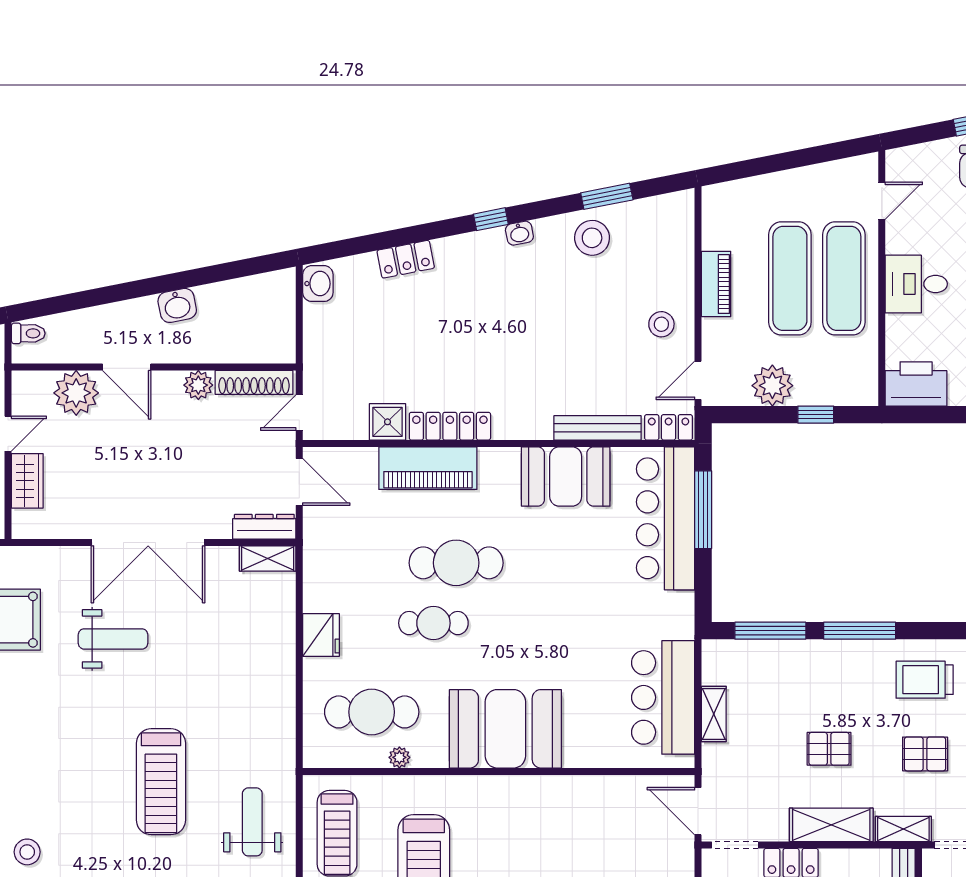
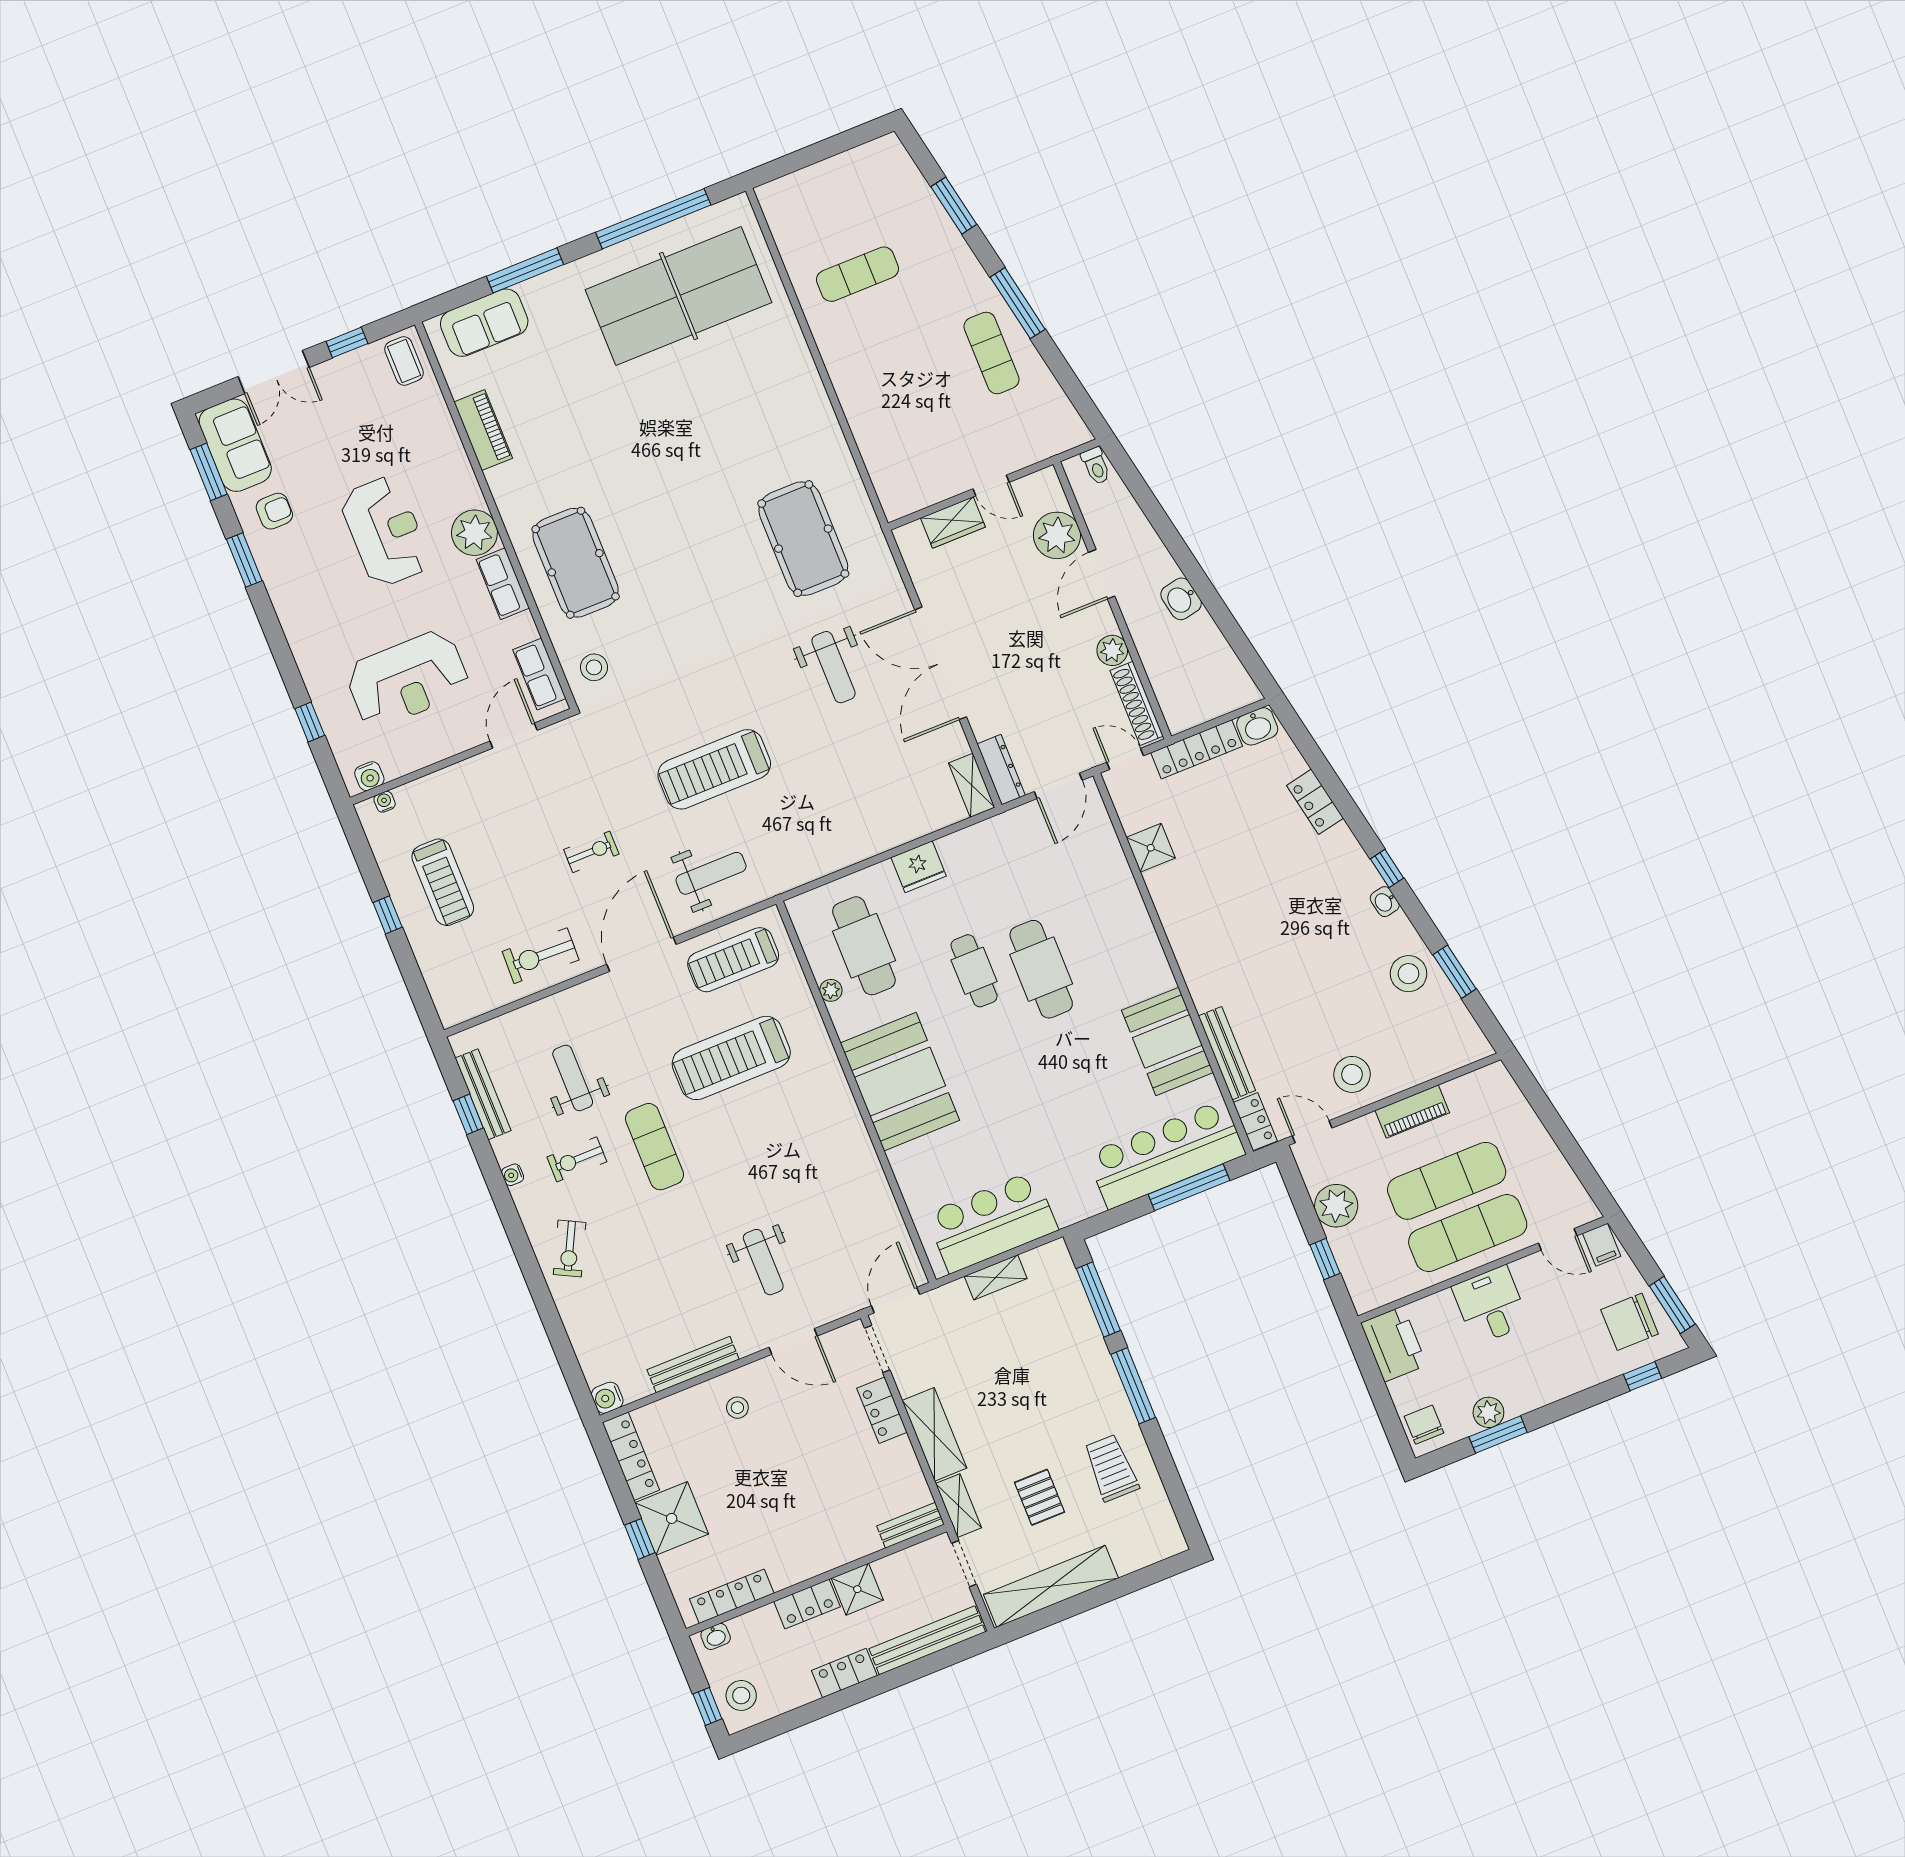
filing cabinet: (902, 164) -> (1602, 1245), added
stool: (661, 324) -> (1352, 1074), width x1.38, depth x1.38
locker: (450, 426) -> (1197, 749), moved, turned 90
piano: (428, 468) -> (1122, 905), removed
pallet: (829, 749) -> (1007, 1402), removed

